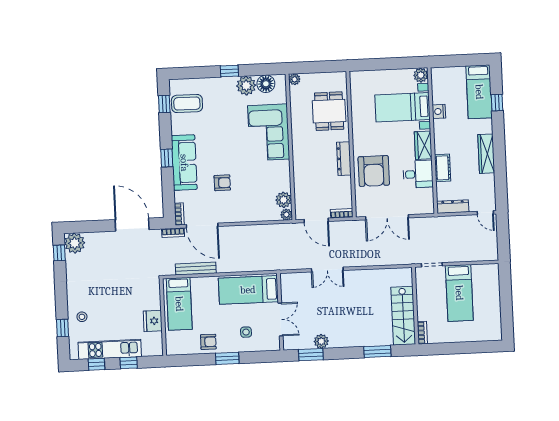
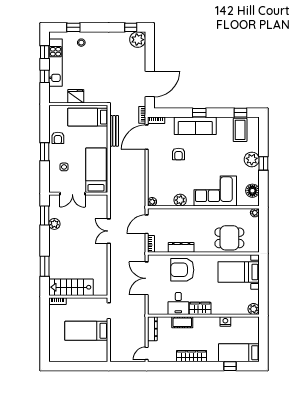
plant: (246, 86) -> (252, 159), moved
bed with nightstands: (403, 107) -> (239, 272), moved, turned -90
dresser: (344, 159) -> (181, 247), moved
plant: (284, 200) -> (180, 200), moved

